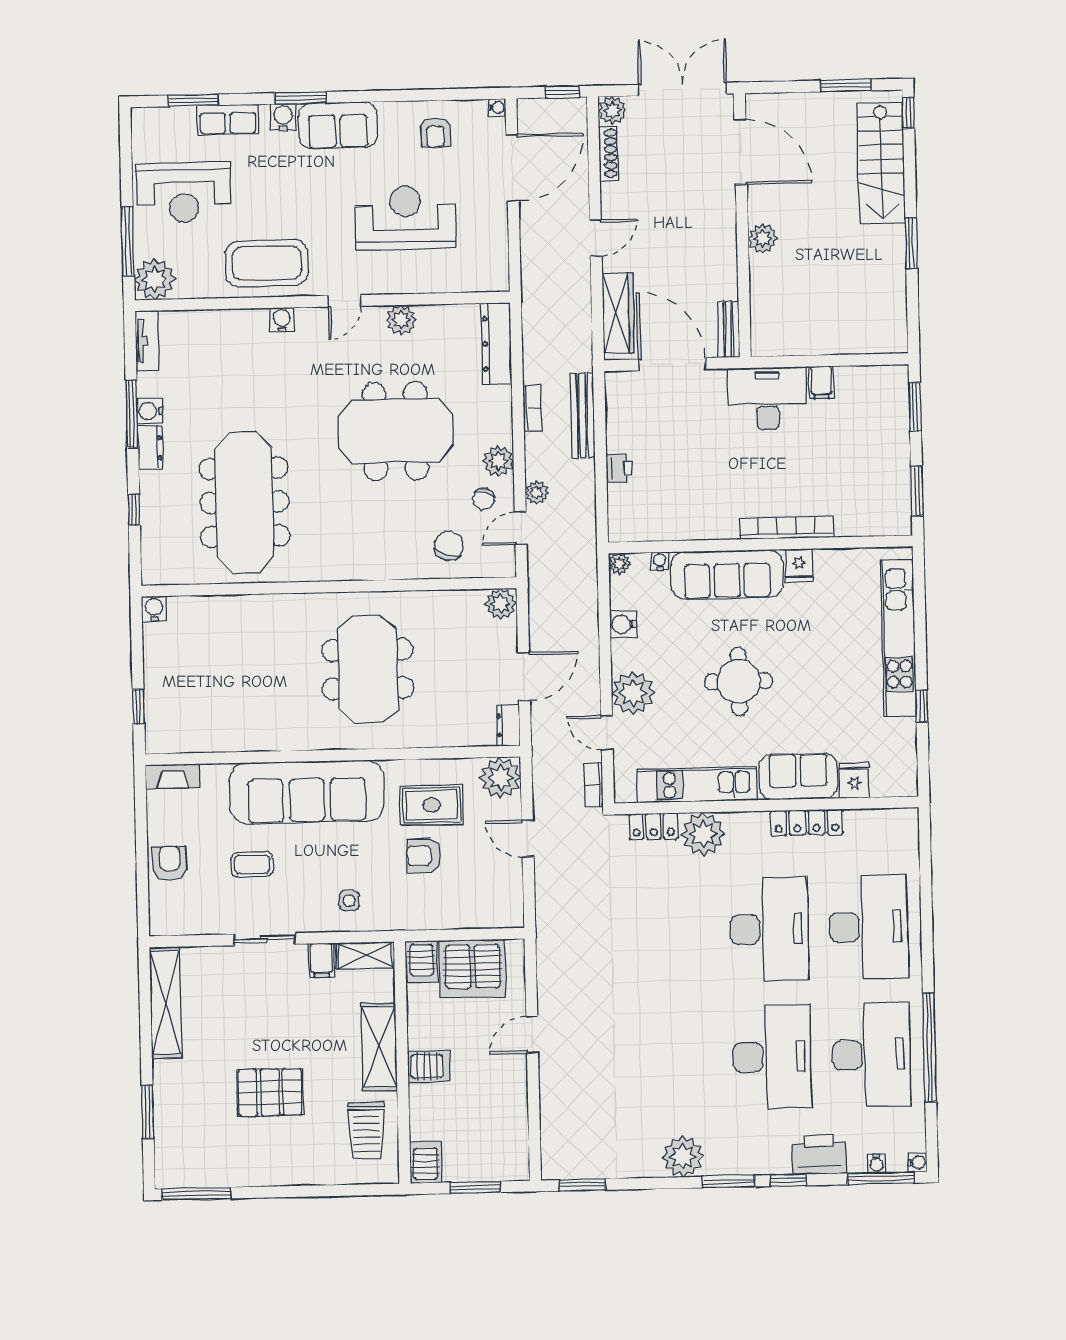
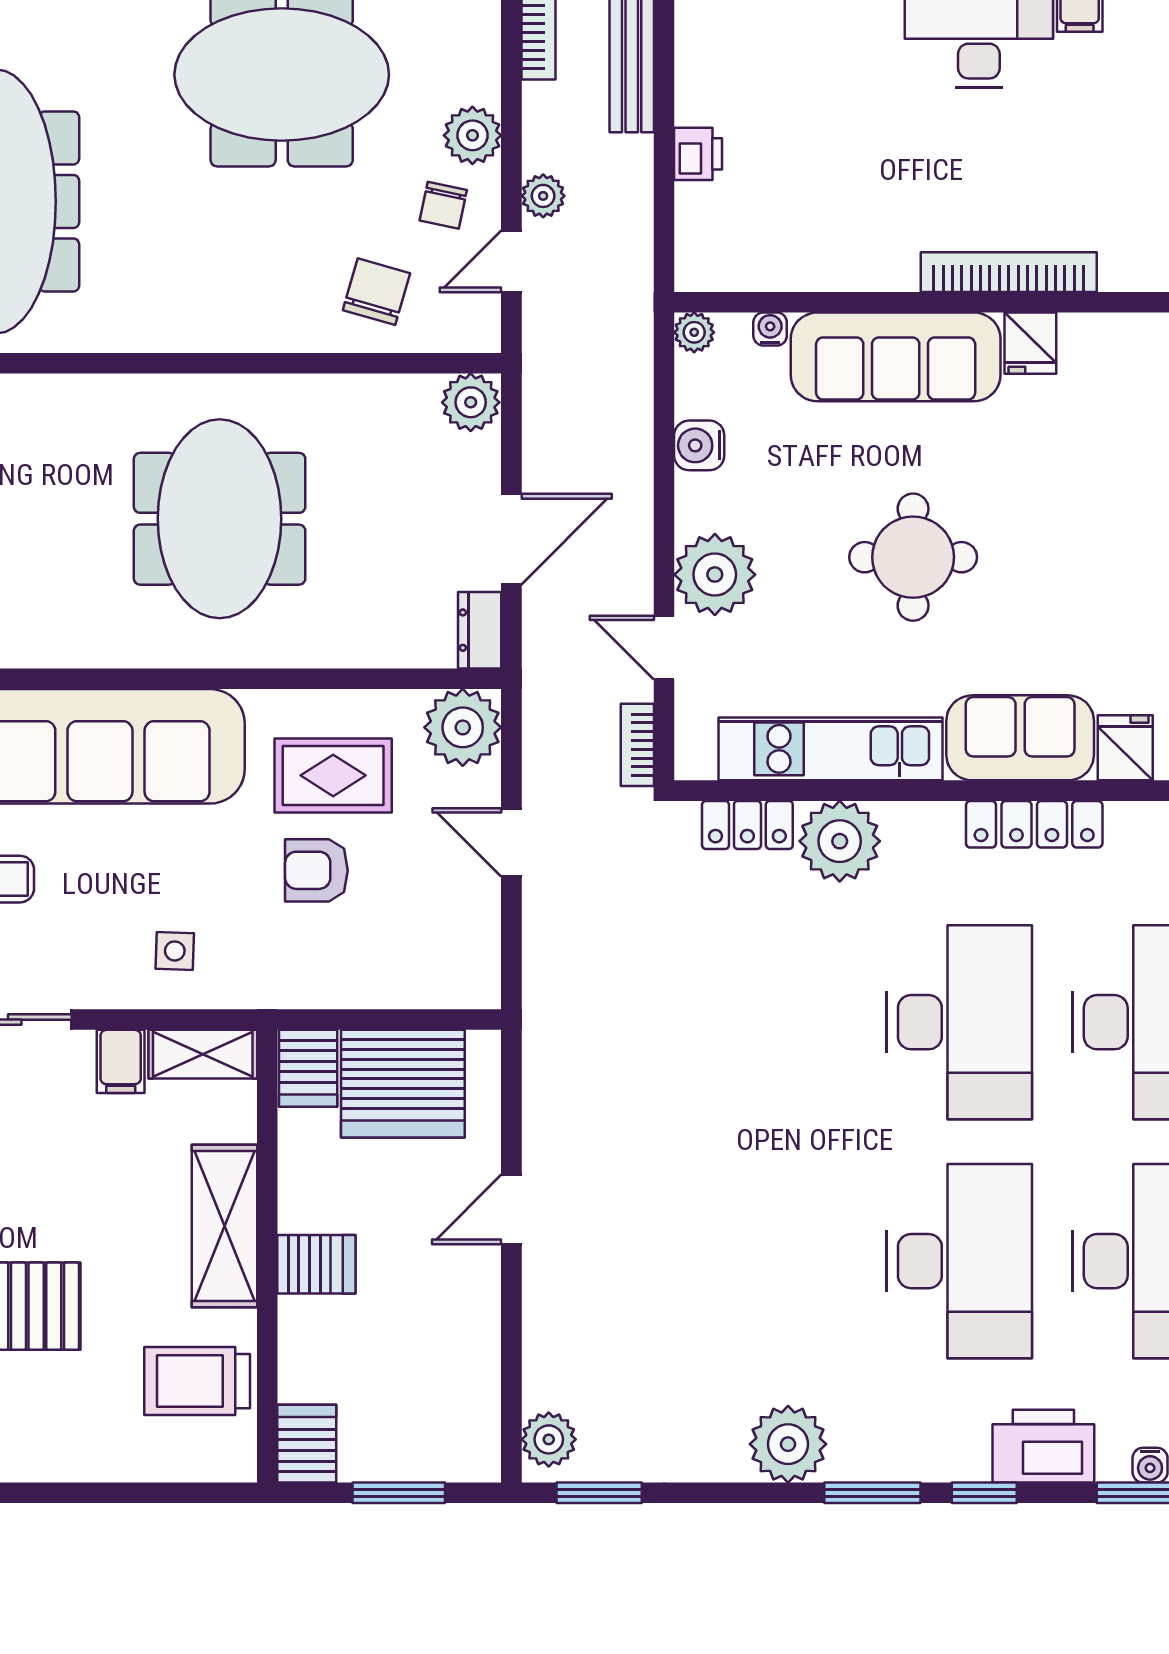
trolley: (366, 1130) -> (197, 1381), turned 90
plant: (555, 1157) -> (549, 1439), added

